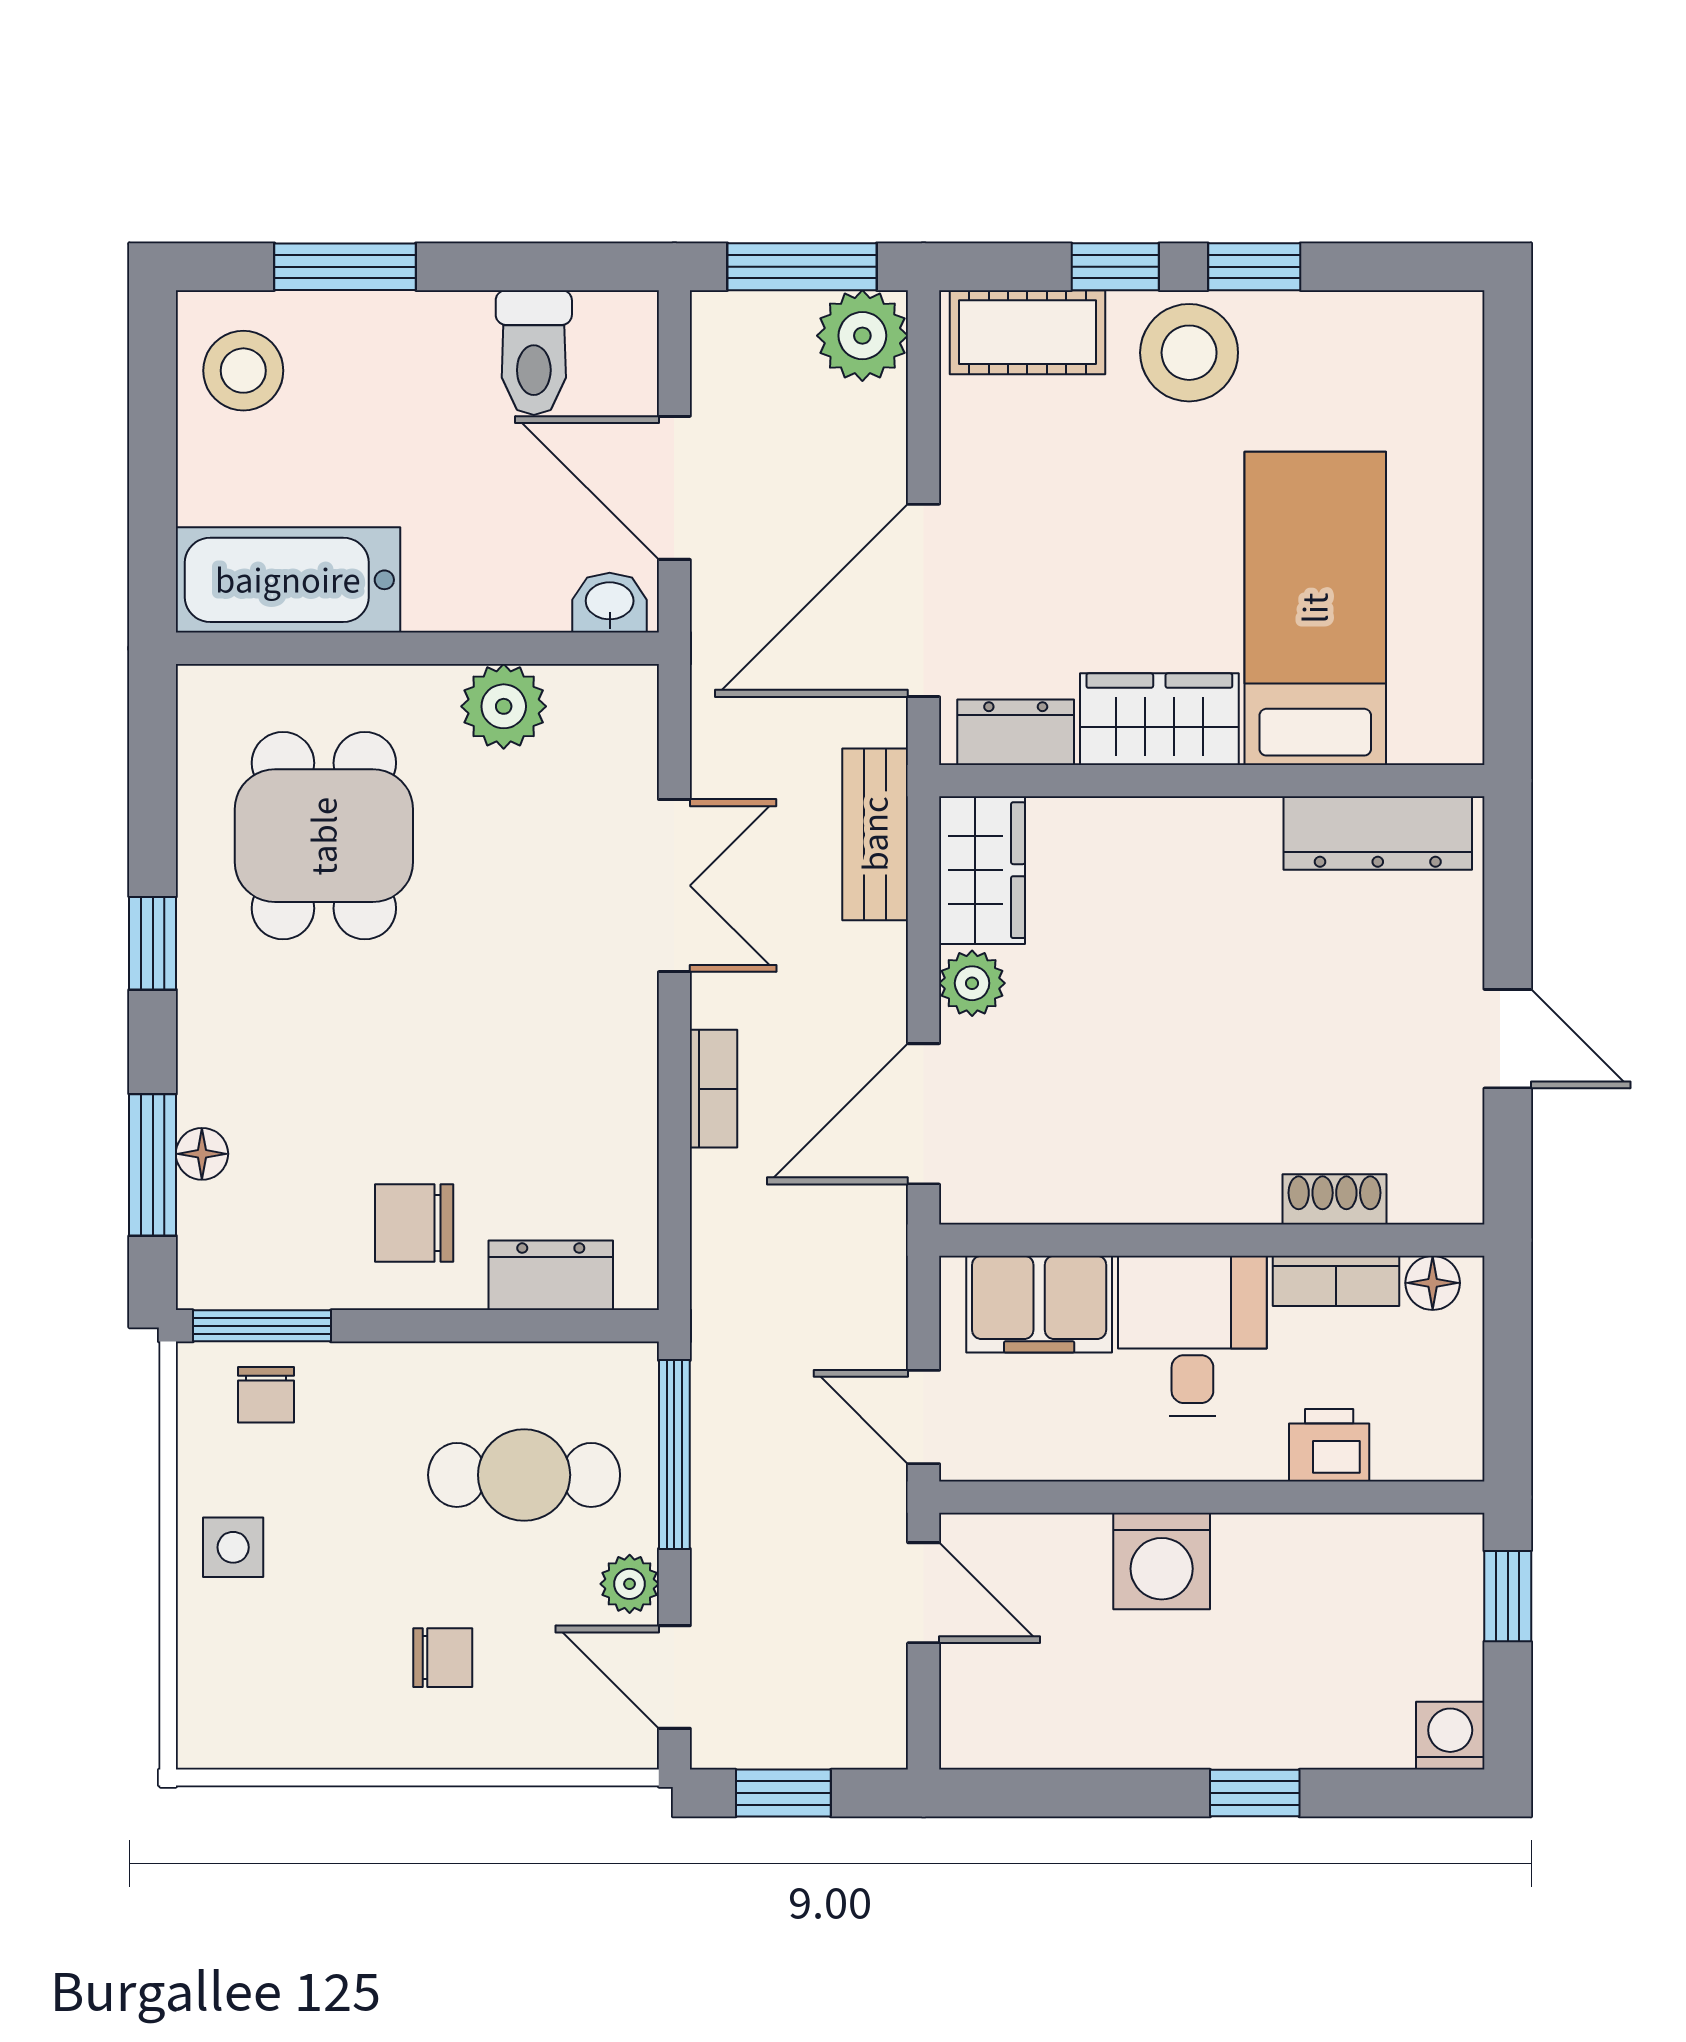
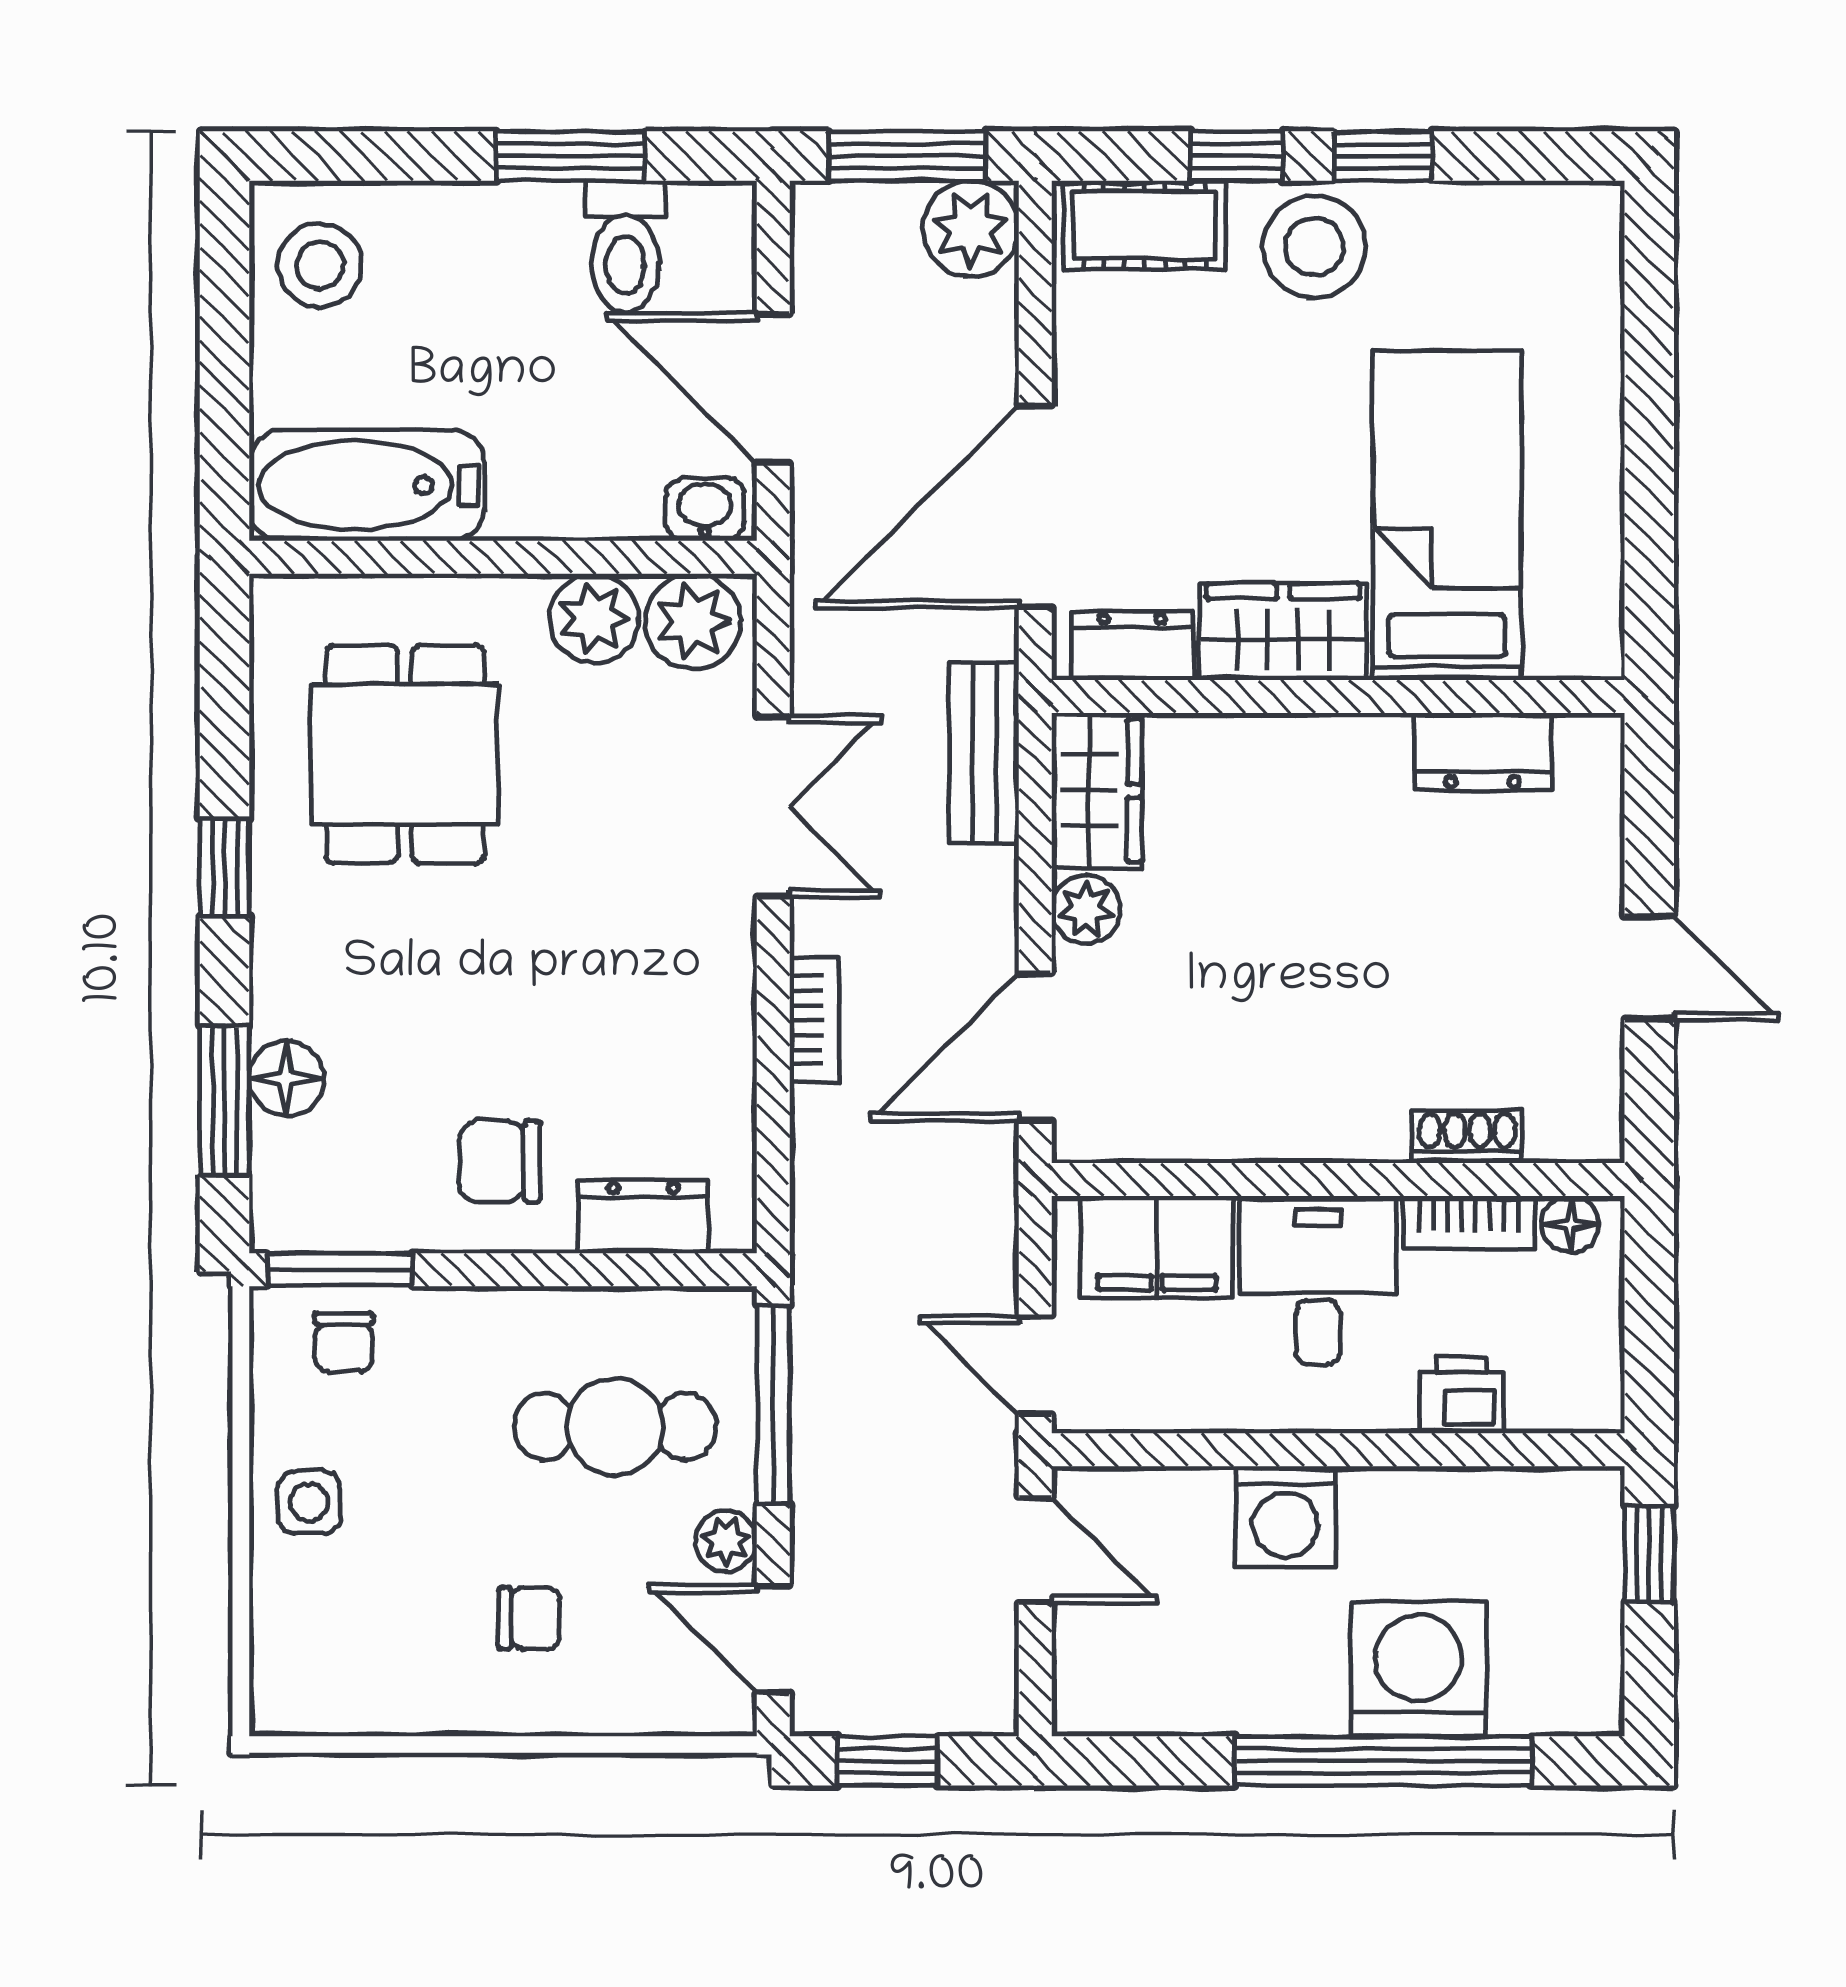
window: (345, 267) -> (570, 156), moved
plant: (598, 709) -> (693, 622), added
dresser: (1378, 833) -> (1483, 752), width x0.70
floor lamp: (202, 1154) -> (287, 1079), width x1.37, depth x1.37
washing machine: (1450, 1736) -> (1418, 1669), moved, width x1.89, depth x1.89
window: (1255, 1793) -> (1383, 1761), width x3.17

